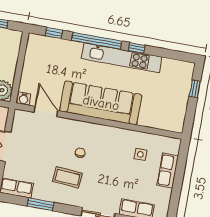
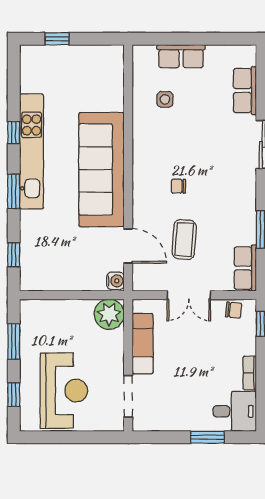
window: (97, 41) -> (14, 191), width x0.47
door: (46, 111) -> (128, 246), swing flipped
coffee table: (67, 177) -> (184, 240), moved

